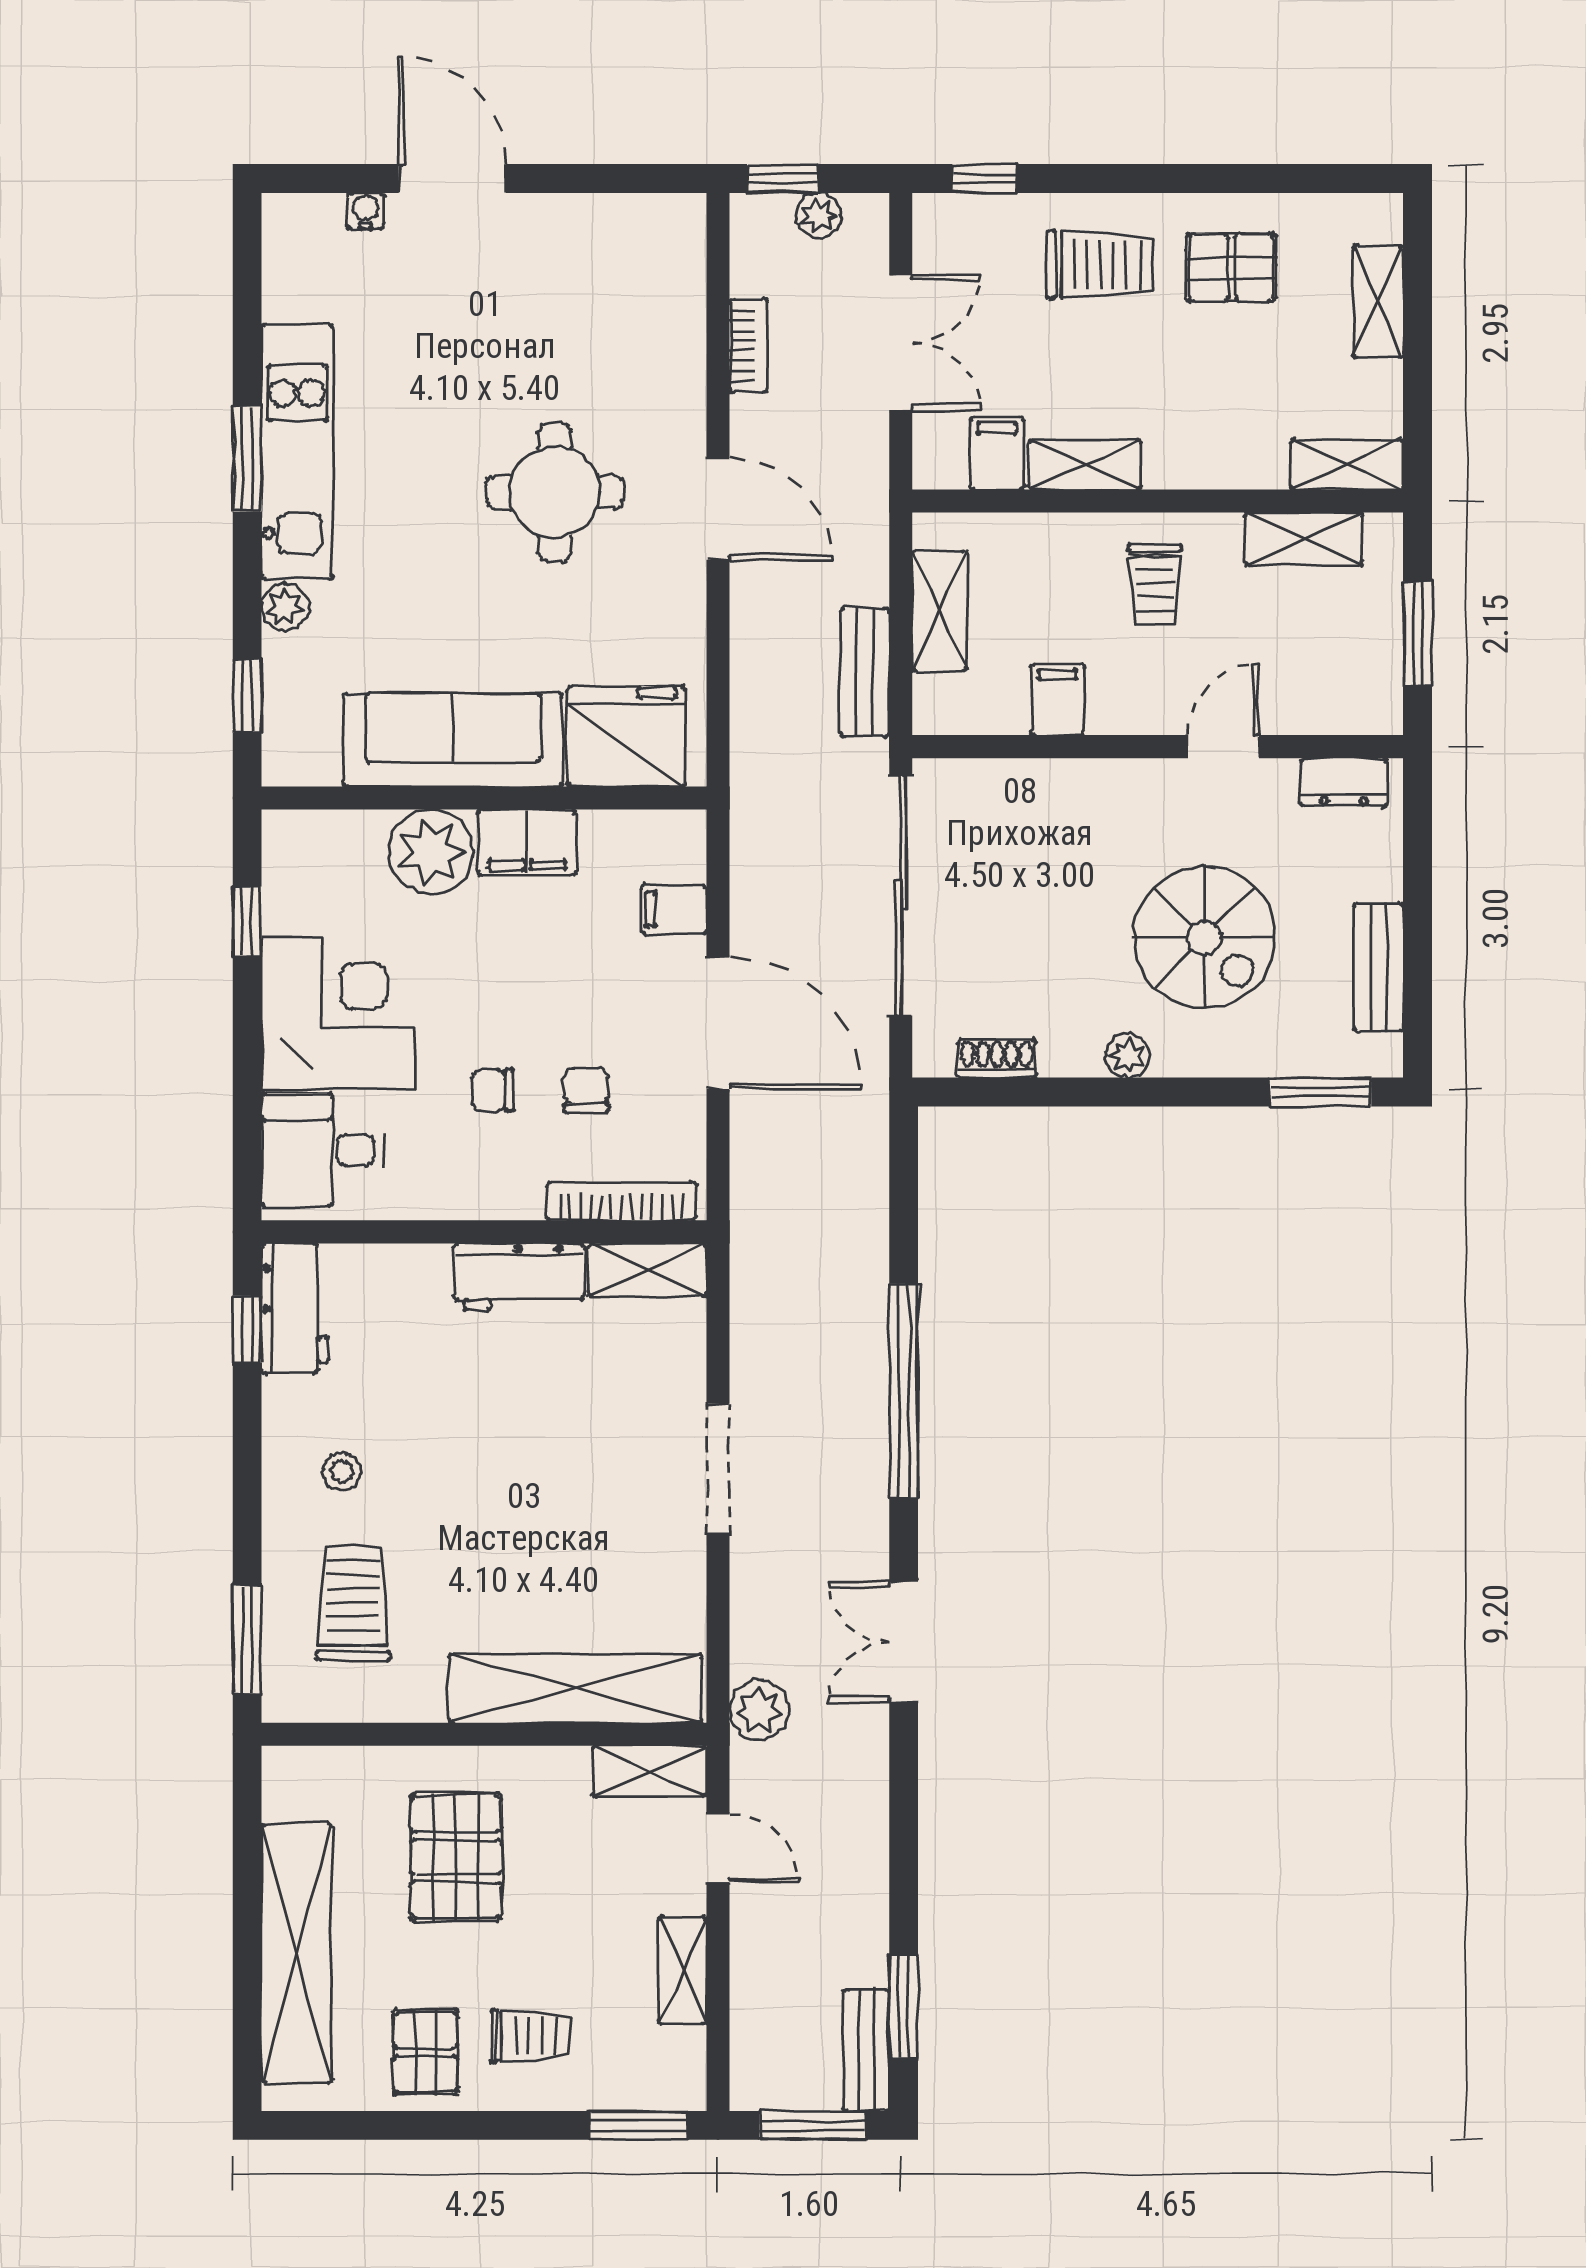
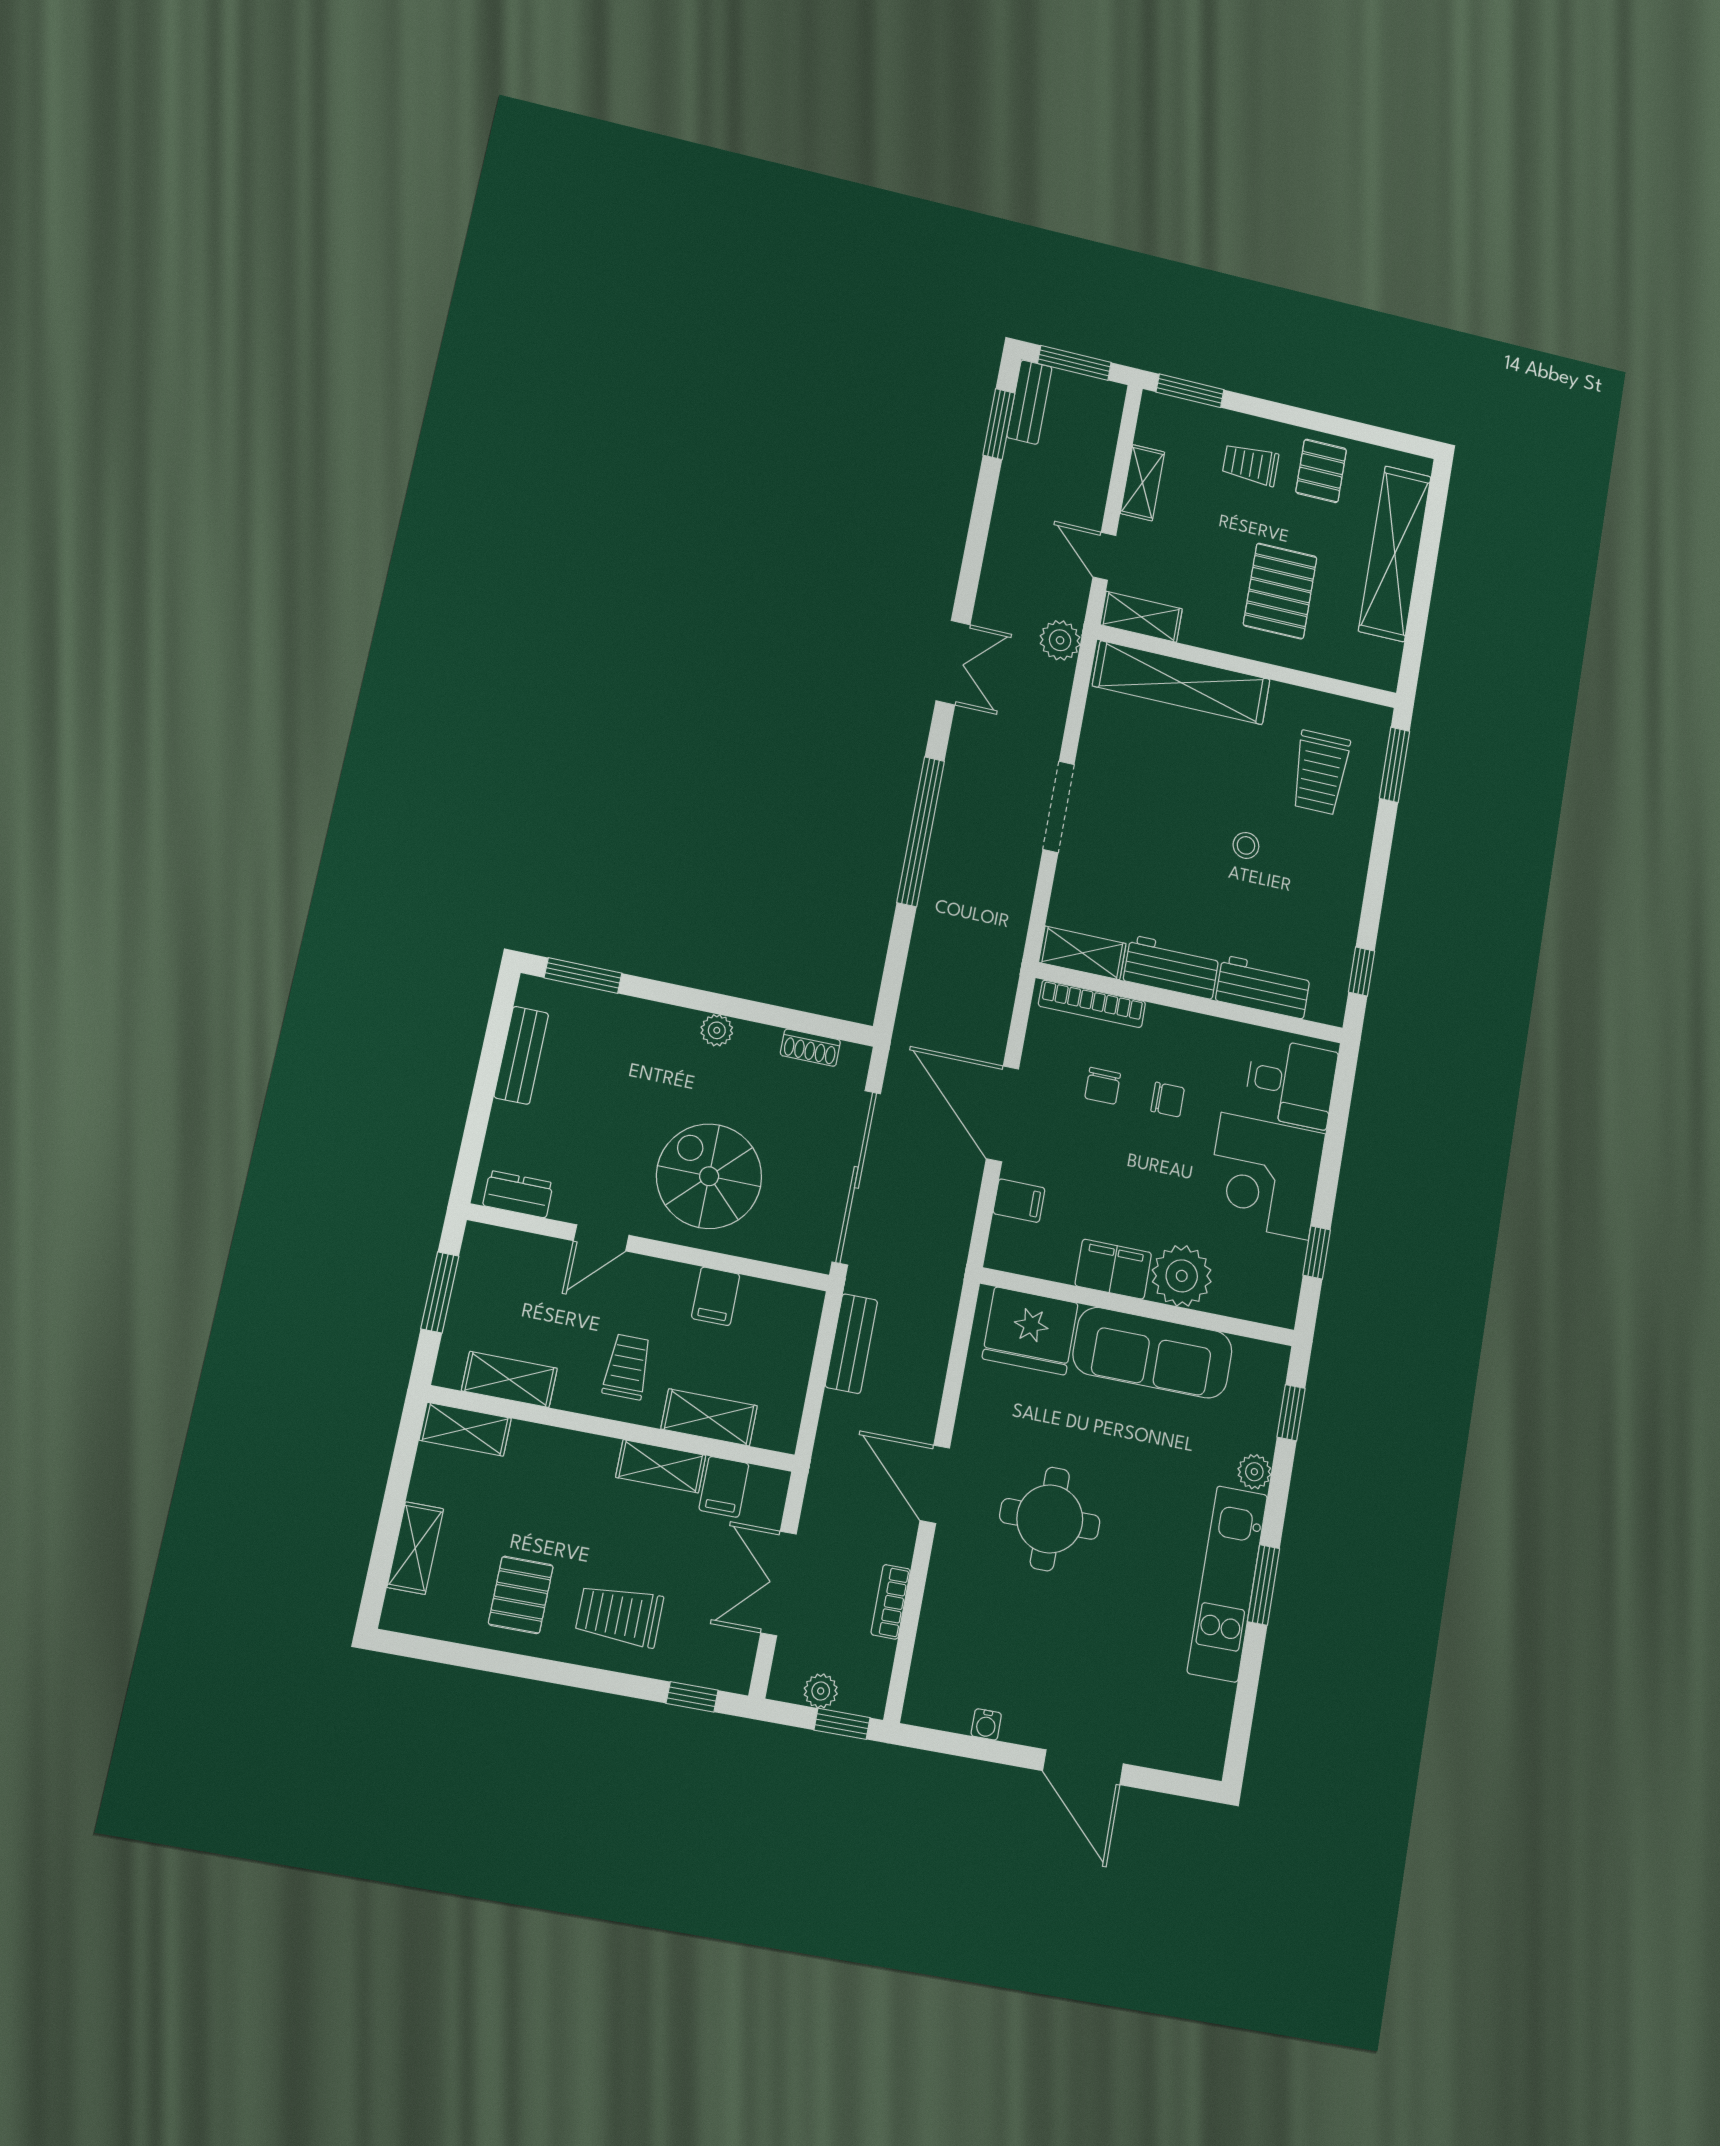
water cooler: (365, 211) -> (986, 1724), moved
pallet: (1231, 267) -> (521, 1595), turned 90
shelving: (939, 611) -> (709, 1417), moved, turned 90
spiral stairs: (1204, 938) -> (709, 1176), moved
workbench: (295, 1308) -> (1263, 987), moved, turned 90
stool: (342, 1472) -> (1246, 845), moved

